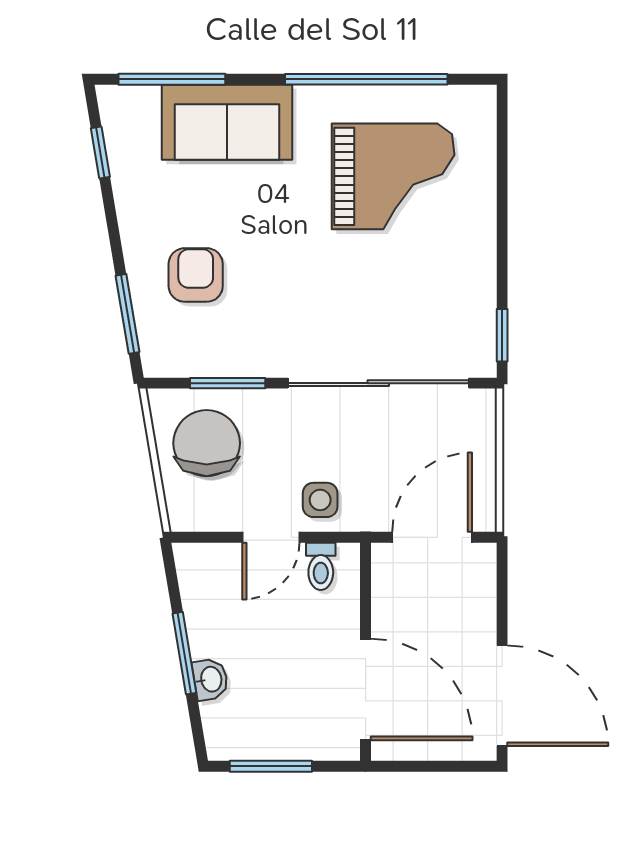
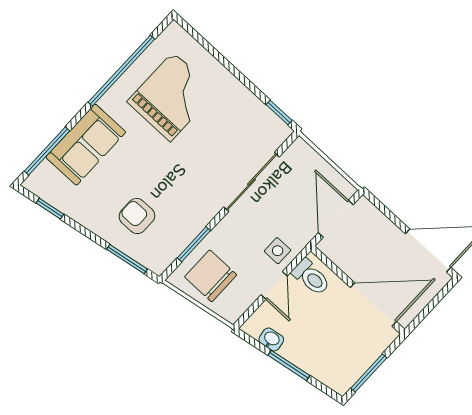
sliding door: (378, 383) -> (252, 182), width x0.73
toilet: (321, 566) -> (311, 277), width x1.37, depth x1.39
washbasin: (210, 679) -> (271, 339), moved

